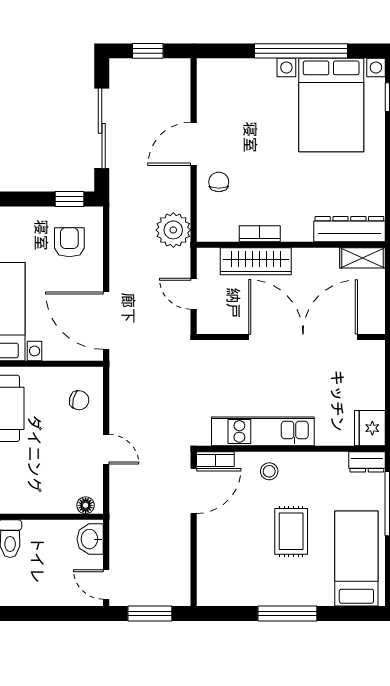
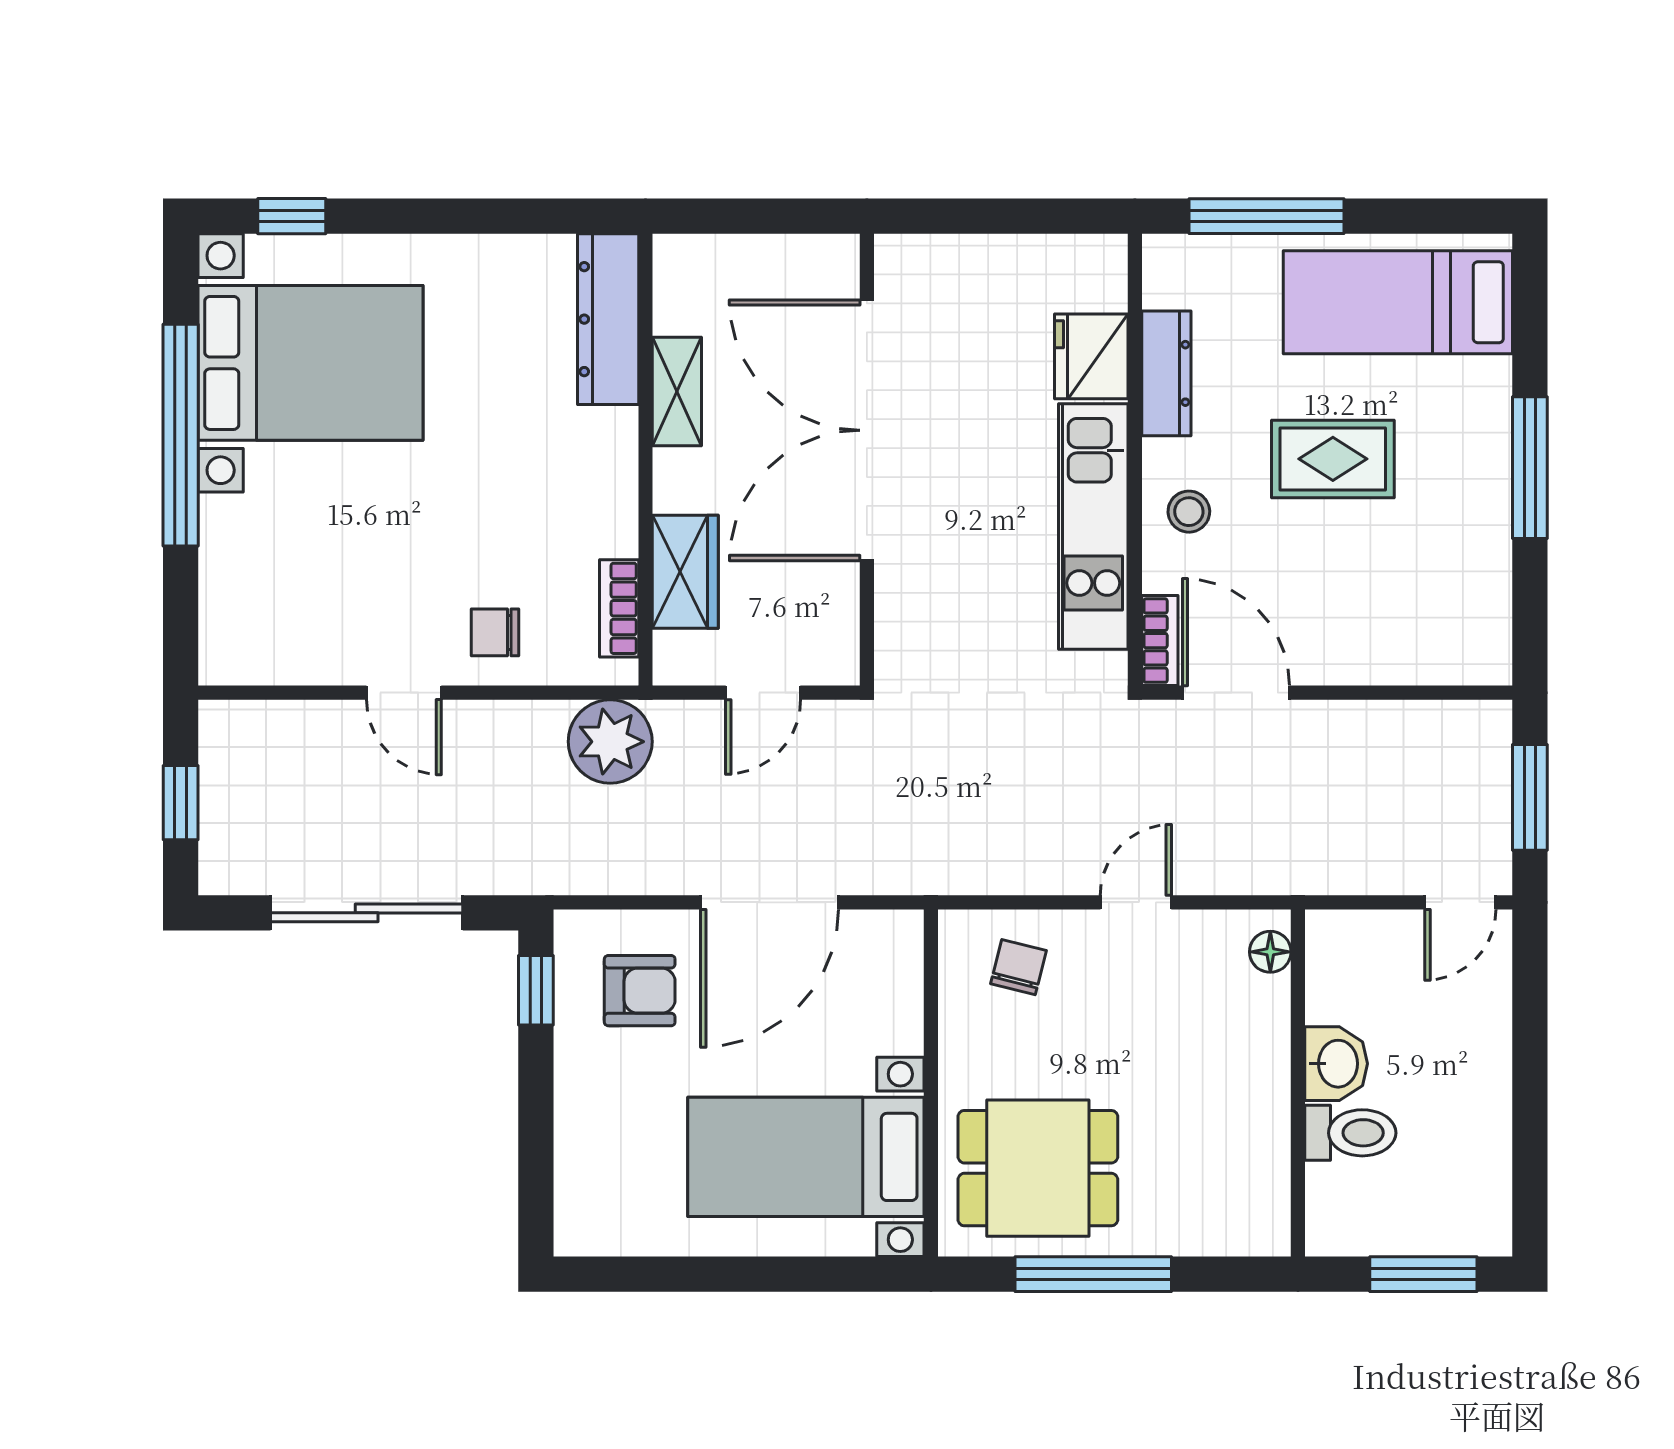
door: (194, 144) -> (404, 693), width x0.73
bookcase: (260, 234) -> (619, 608), moved
armchair: (69, 242) -> (640, 991), turned 180
shelving: (362, 258) -> (677, 392), moved
wardrobe: (256, 261) -> (685, 572), width x0.67
door: (106, 321) -> (769, 902), moved
fridge: (370, 428) -> (1091, 356), moved, turned 90
dresser: (367, 462) -> (1166, 373), moved, width x1.44
washbasin: (90, 539) -> (1336, 1064), moved, turned -90

